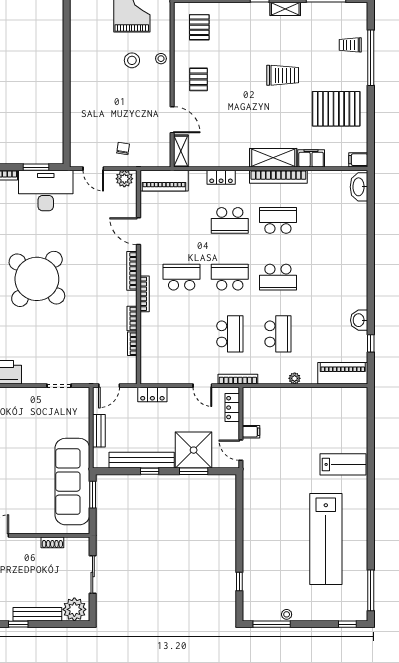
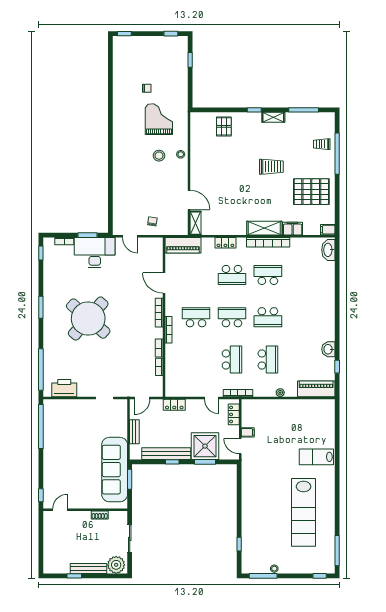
pallet: (199, 27) -> (224, 126), moved
pallet: (198, 79) -> (209, 170), removed
plant: (124, 179) -> (153, 244), removed
lab bench: (343, 464) -> (316, 457), turned 180

